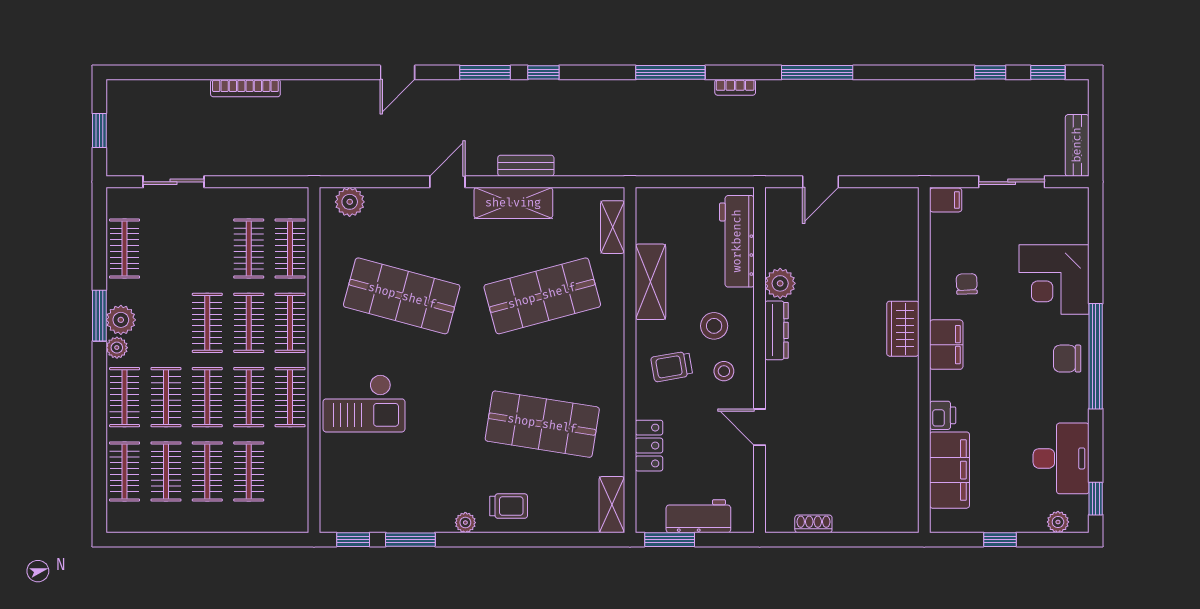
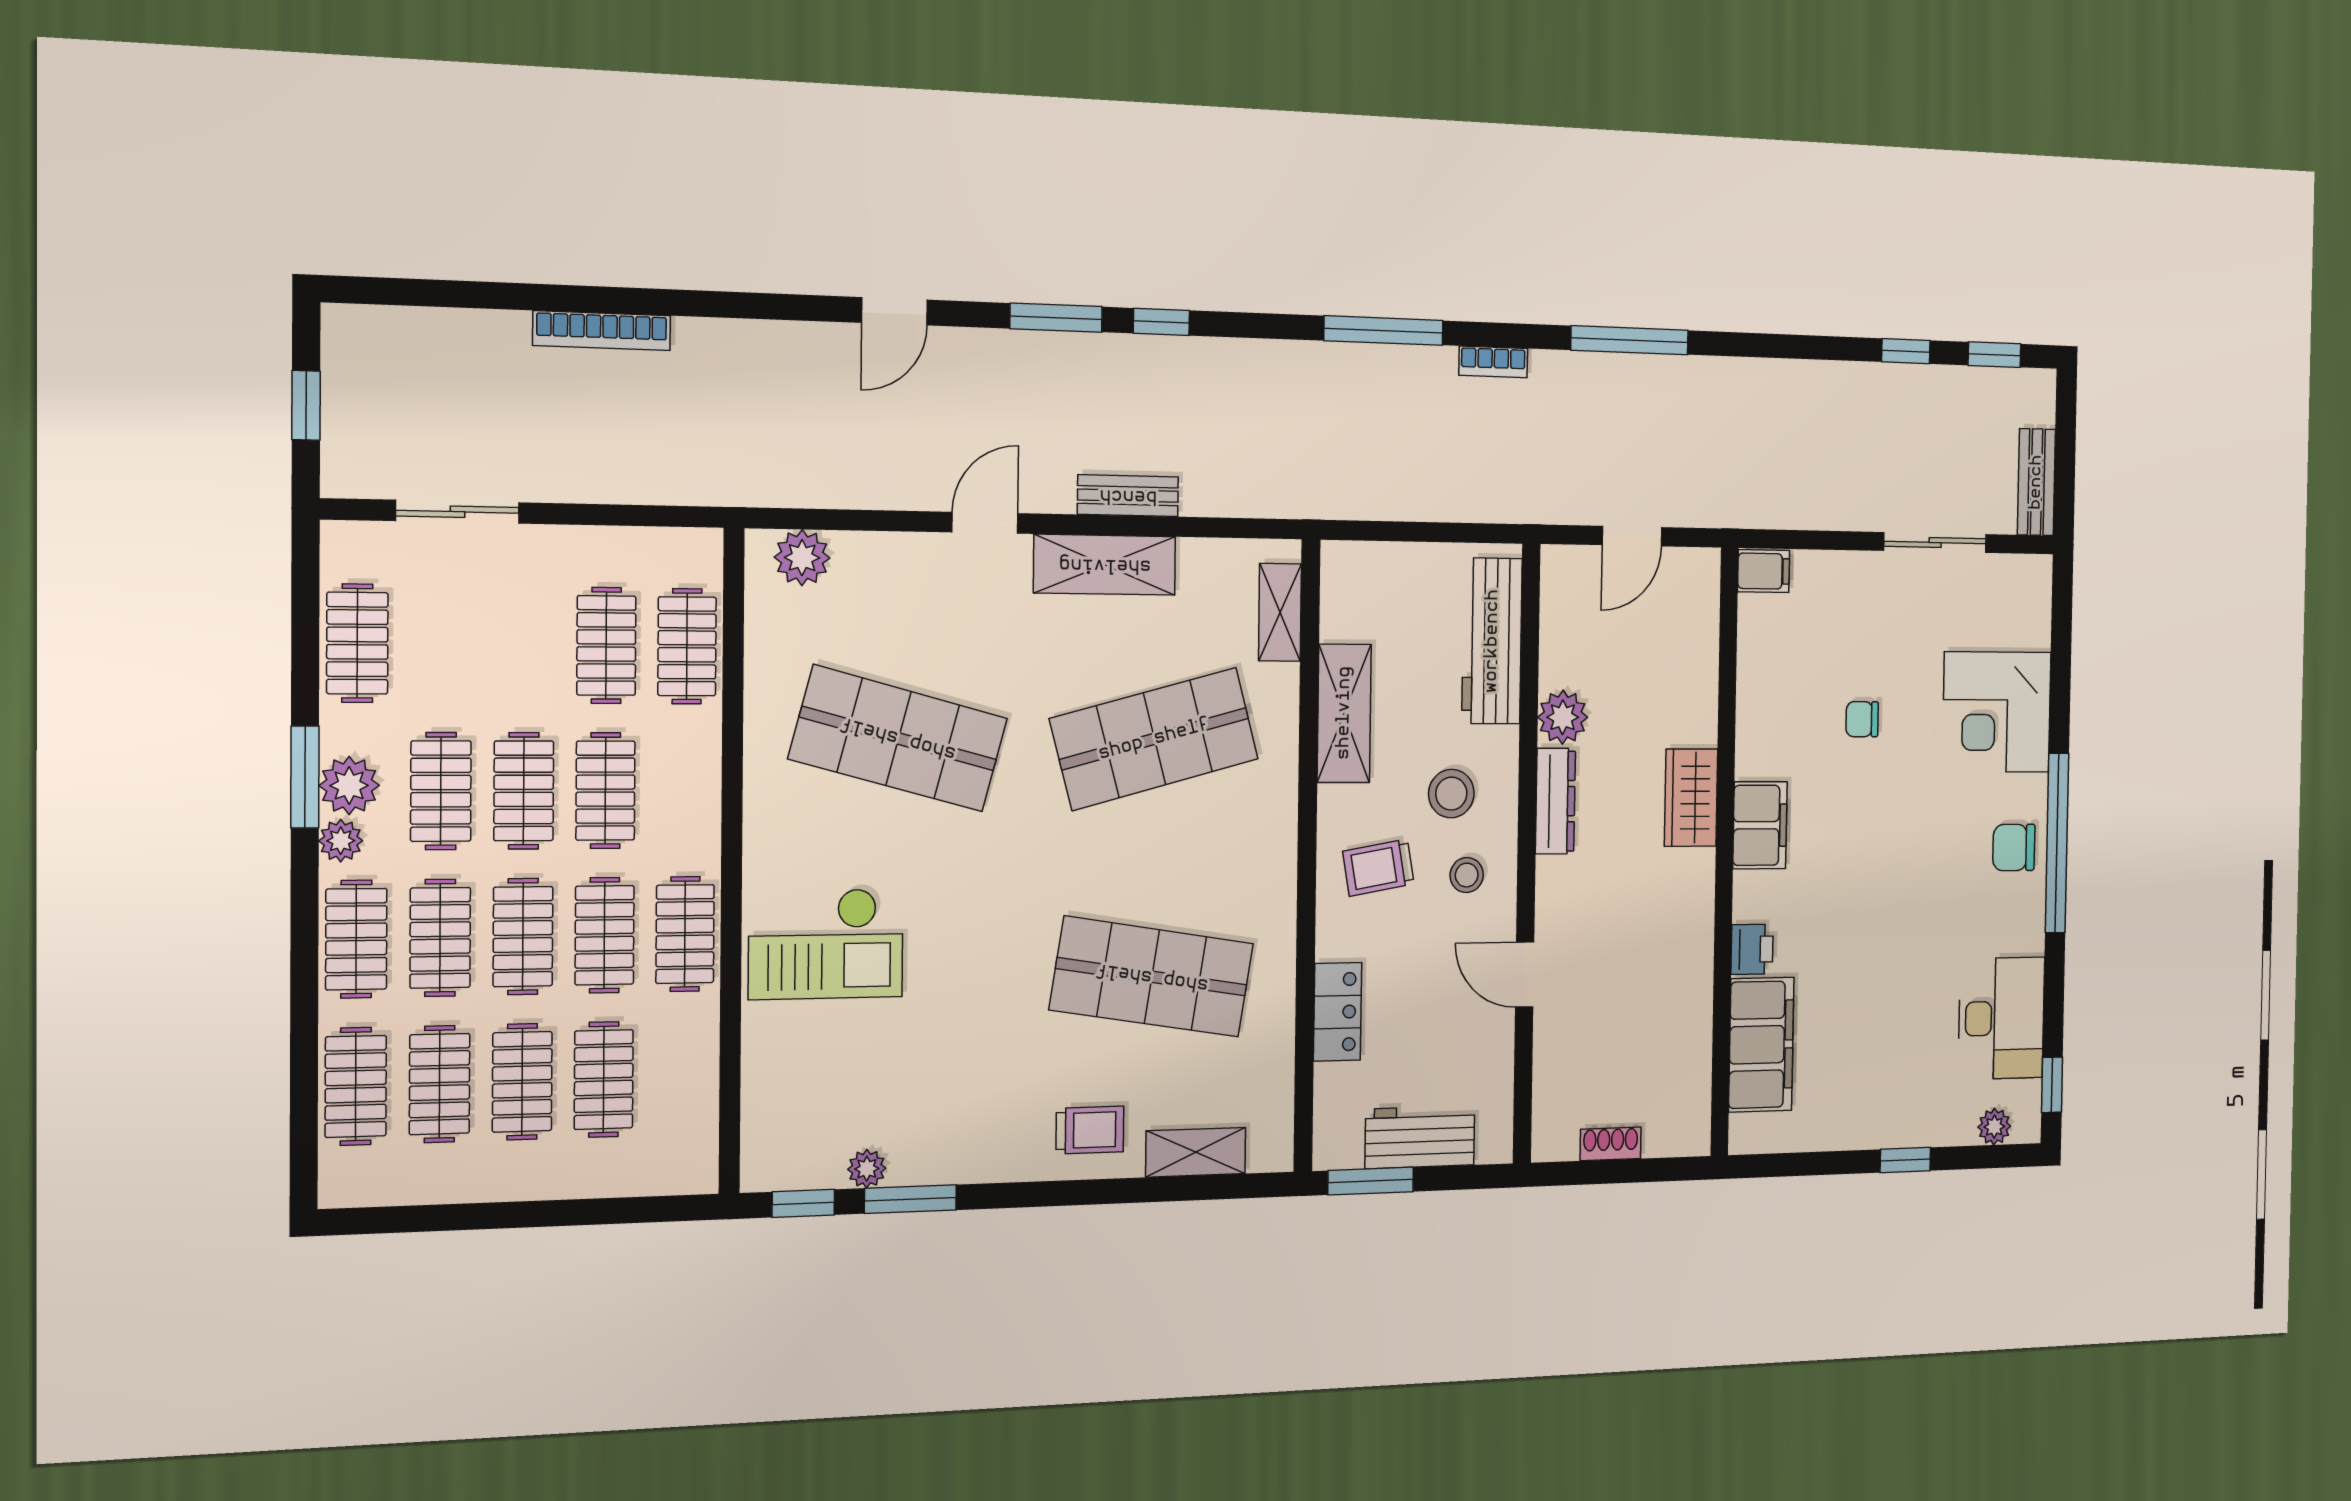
filing cabinet: (946, 200) -> (1764, 571), moved
chair: (967, 284) -> (1862, 719), turned -88
clothes rail: (290, 323) -> (441, 791), moved
wardrobe: (903, 329) -> (1691, 798), moved
filing cabinet: (946, 345) -> (1760, 825), moved
wall: (924, 360) -> (1724, 853), moved
printer: (943, 415) -> (1752, 949), moved
filing cabinet: (950, 470) -> (1761, 1045), moved
shelving: (612, 505) -> (1196, 1152), moved, turned 90
plant: (465, 523) -> (867, 1169), moved

